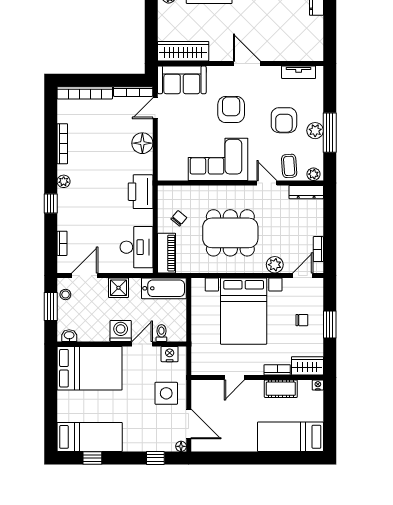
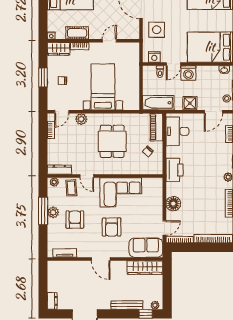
dining table: (230, 233) -> (112, 141), width x0.73
bed with nightstands: (244, 311) -> (103, 87), width x0.73

